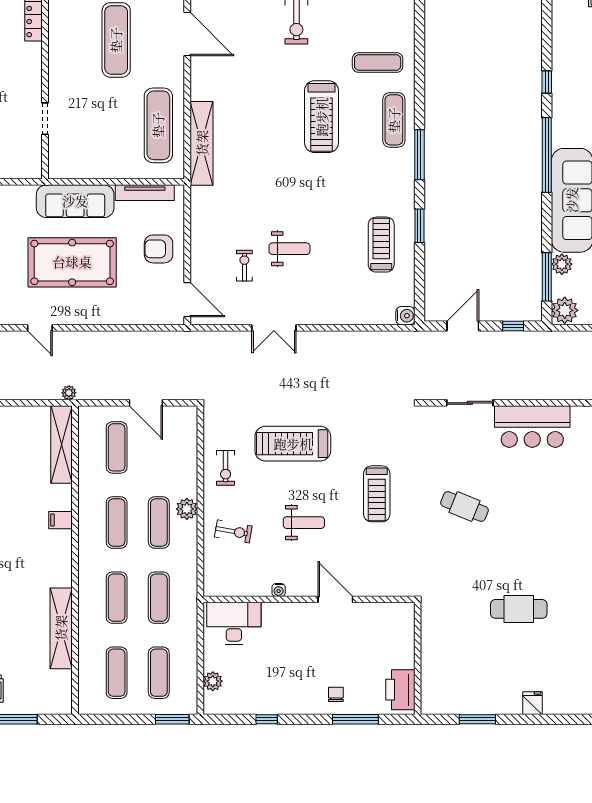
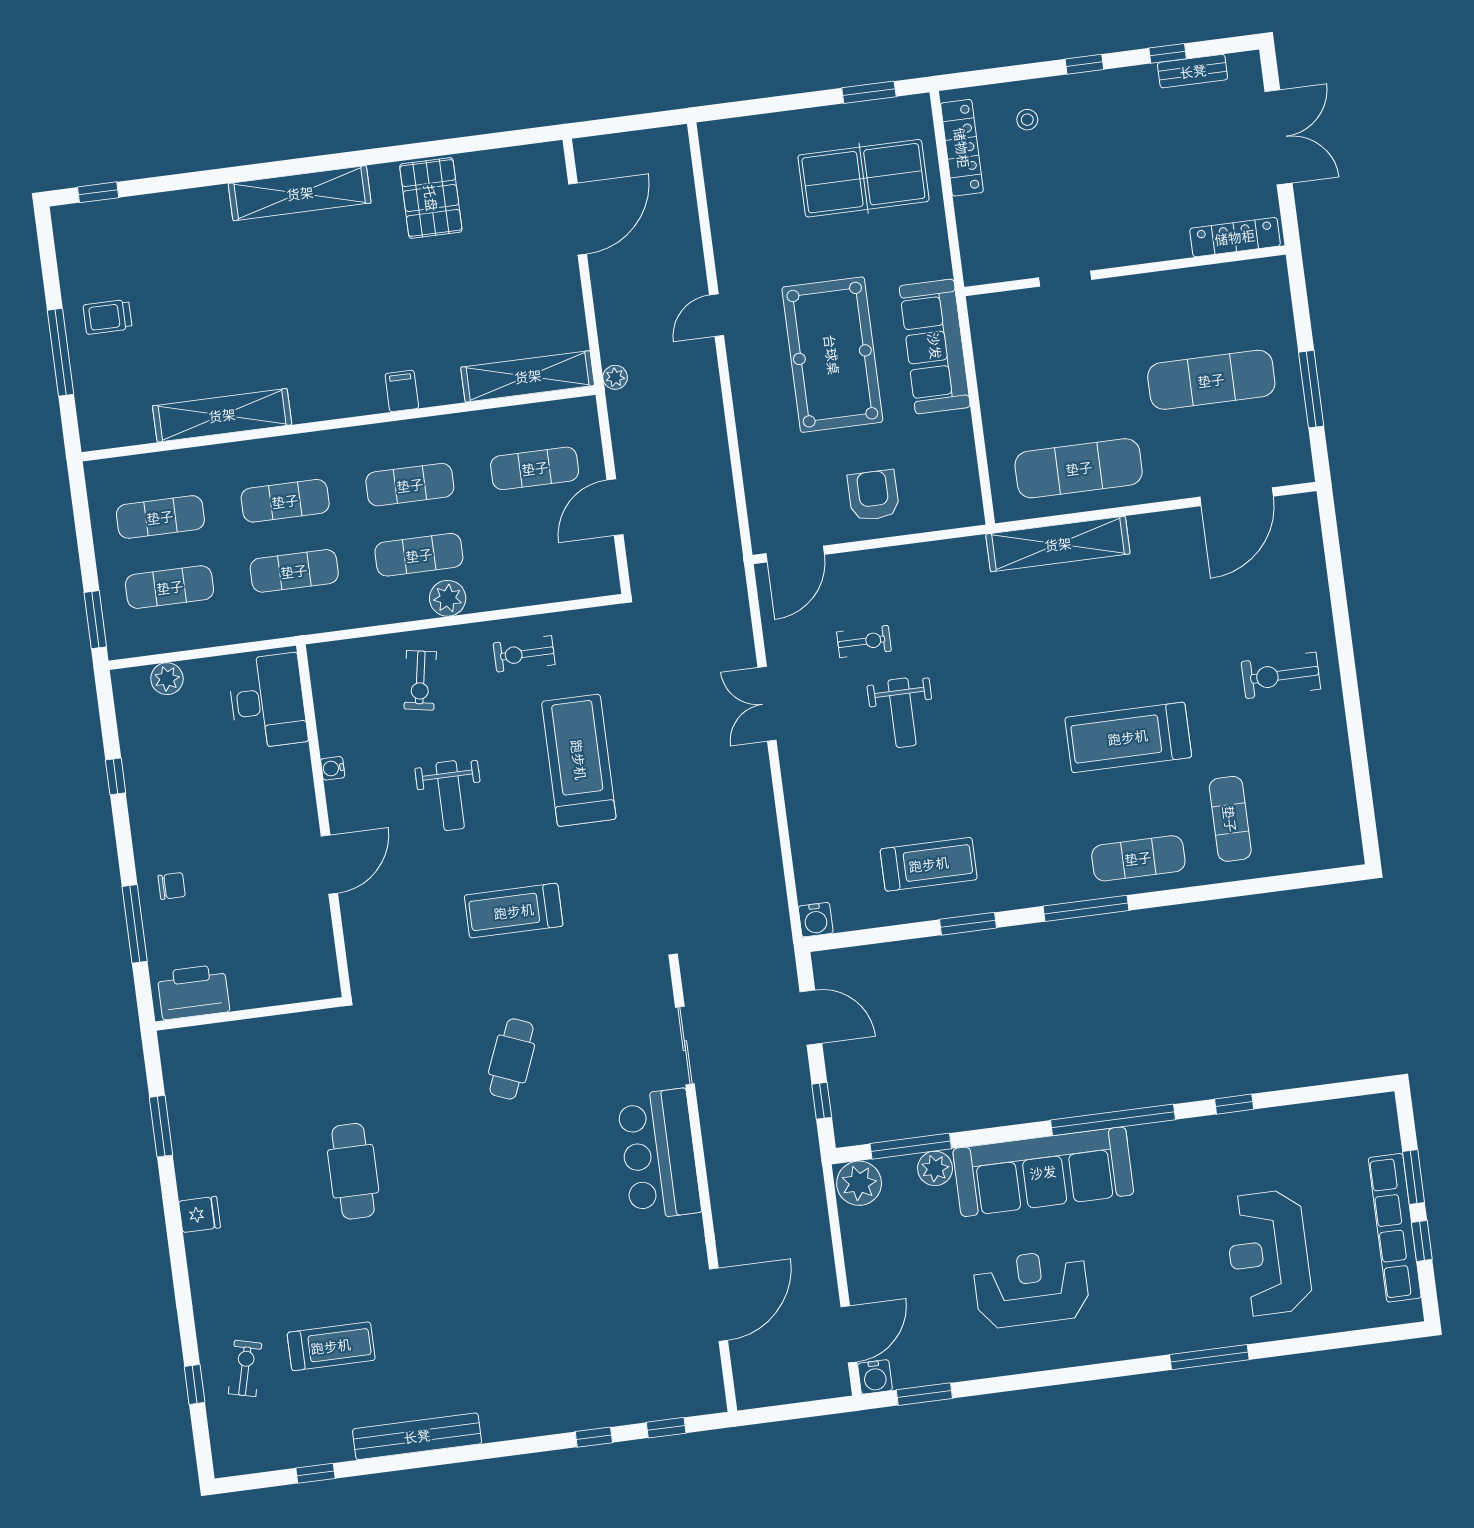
tv unit: (145, 193) -> (964, 460), removed

